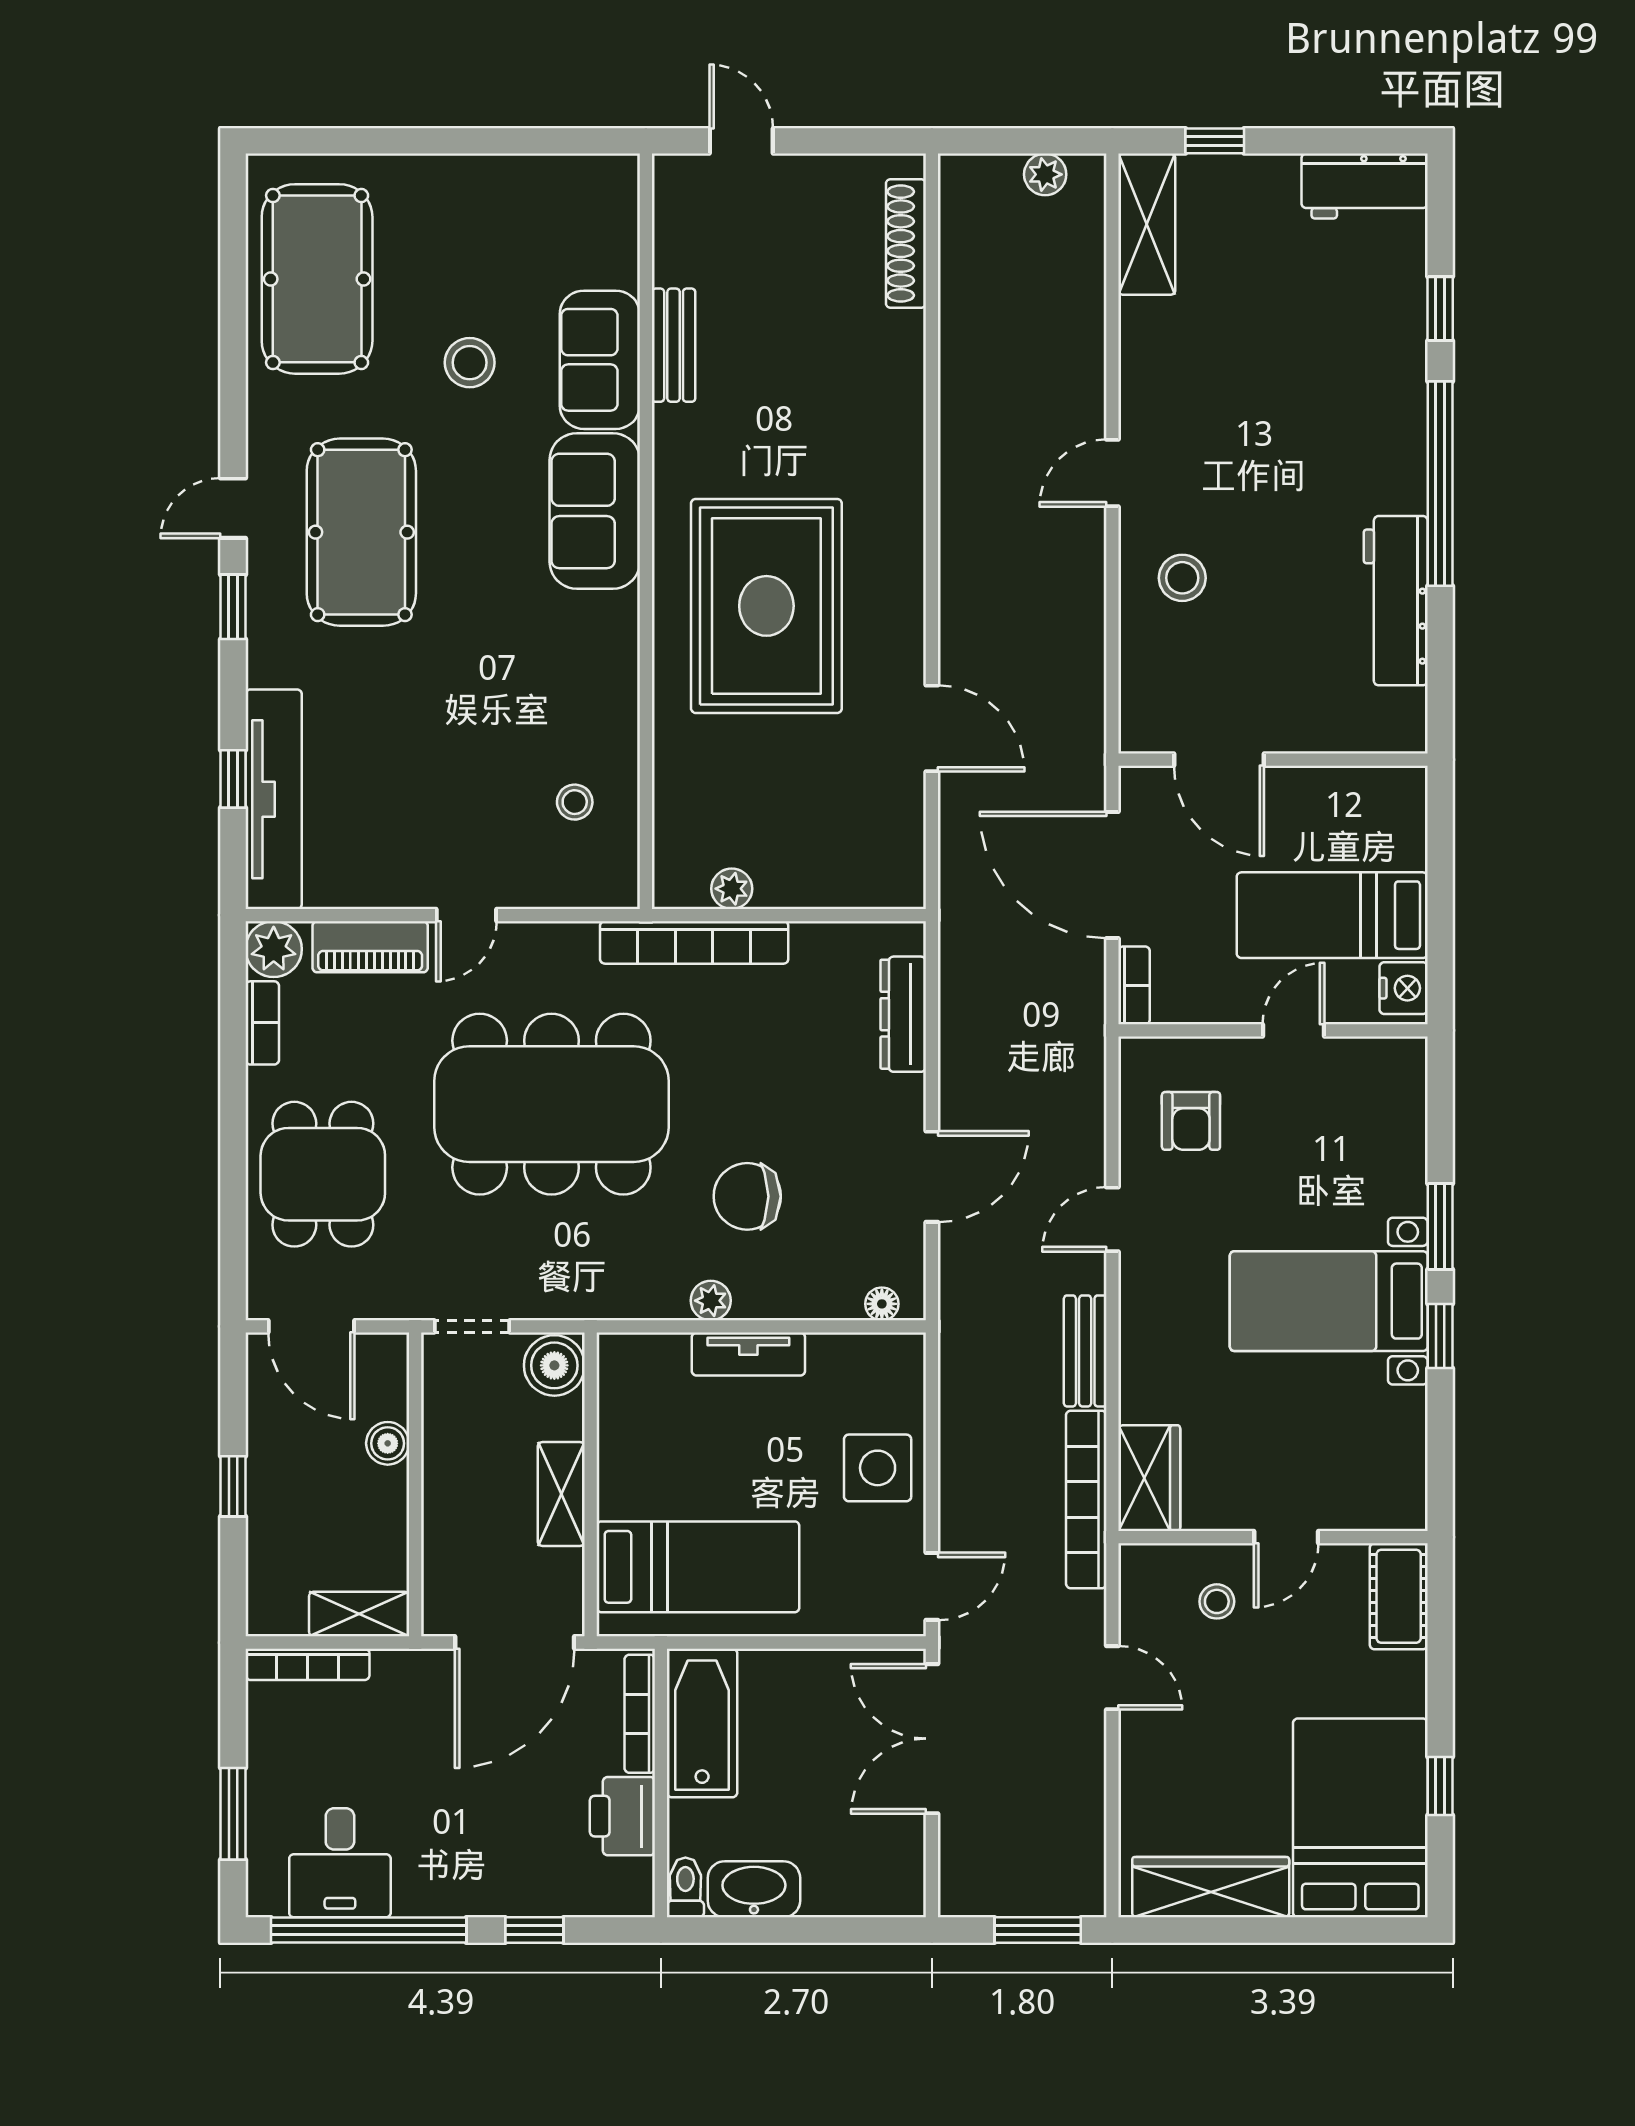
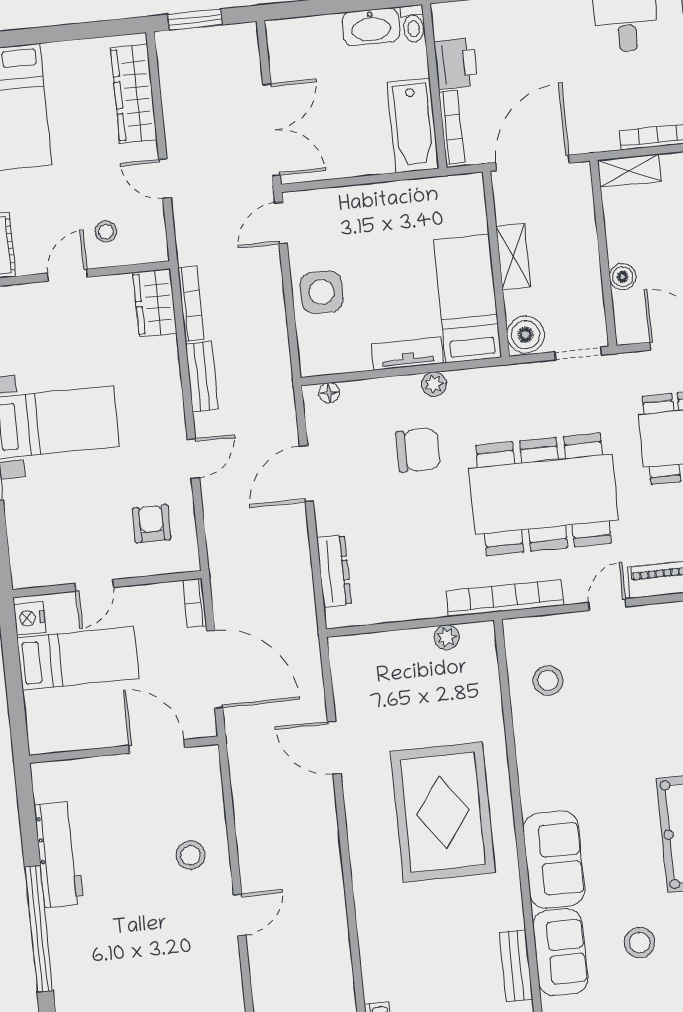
stool: (575, 802) -> (548, 680), width x1.37, depth x1.37
bookcase: (694, 942) -> (505, 598), moved
bookcase: (1086, 1499) -> (191, 304), width x0.68, depth x0.76
bed: (698, 1567) -> (468, 298), moved, turned 90
wardrobe: (1211, 1887) -> (134, 94), moved, turned 90

